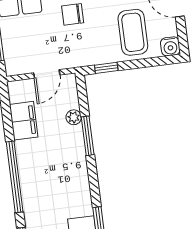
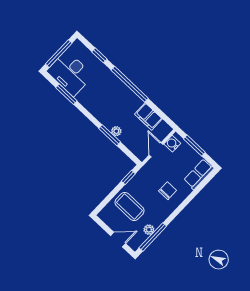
water cooler: (170, 46) -> (172, 144), moved
plant: (74, 117) -> (116, 131), moved

